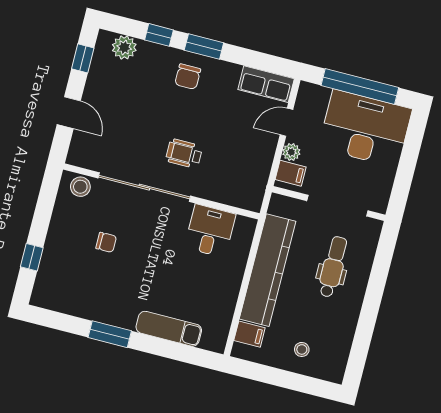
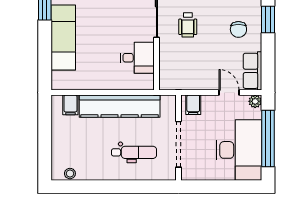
chair: (188, 77) -> (238, 29), moved, turned -90
plant: (291, 152) -> (255, 101), moved
wheelchair: (184, 153) -> (188, 25), turned 180
exam couch: (169, 329) -> (63, 37), width x1.36, depth x1.45
stool: (302, 349) -> (70, 174), moved

